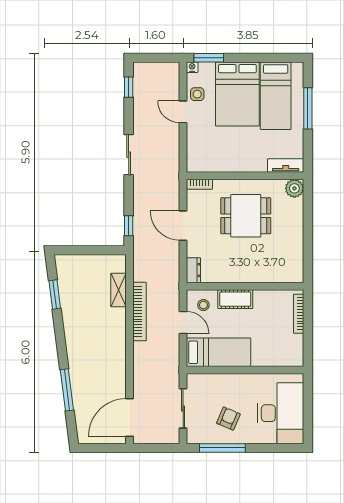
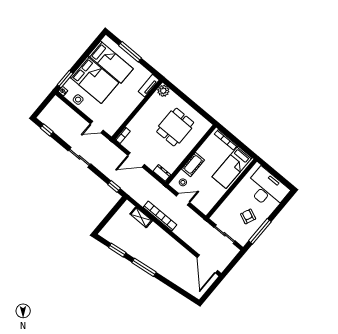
door: (183, 112) -> (97, 127), moved
dining table: (246, 216) -> (175, 127), moved
bed: (218, 352) -> (232, 167), moved, turned 180
window: (67, 390) -> (144, 267), moved

